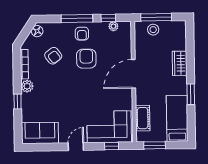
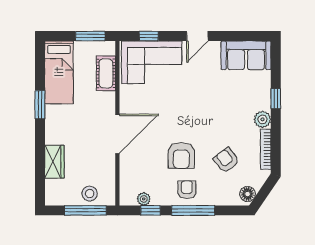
wardrobe: (180, 63) -> (54, 162), moved

